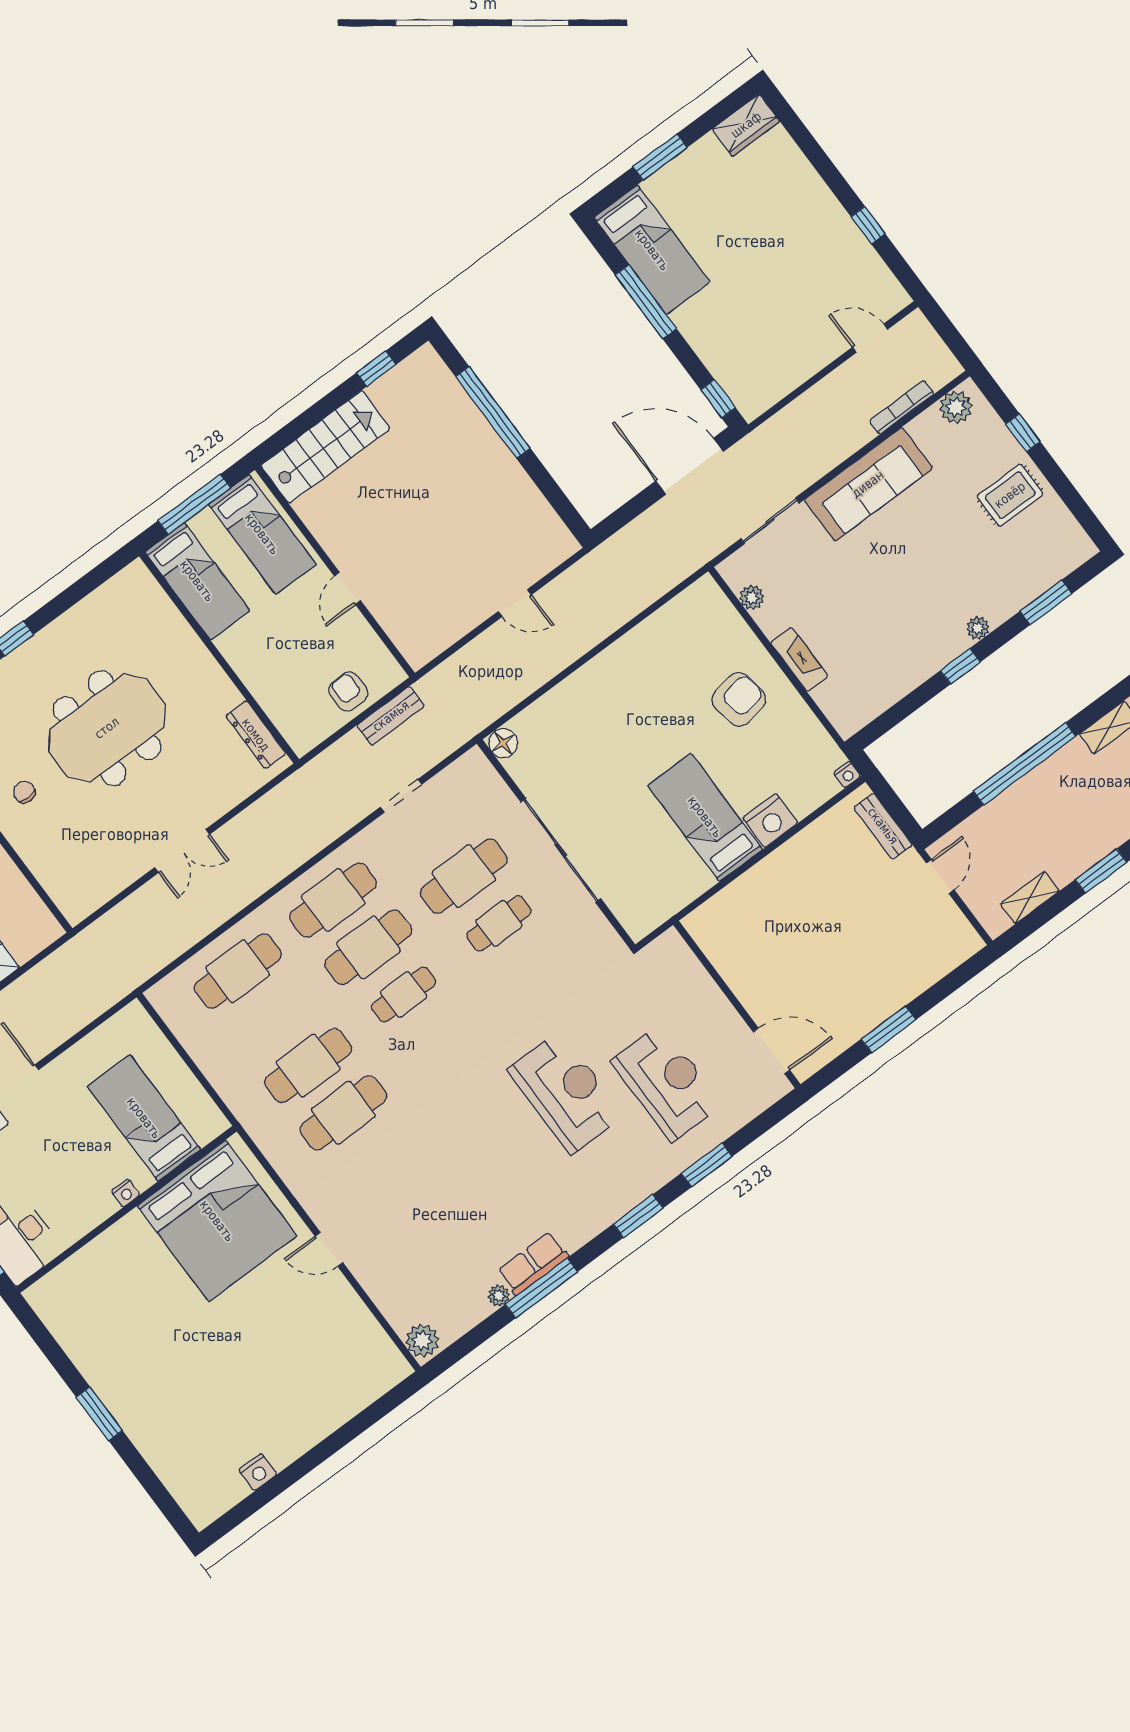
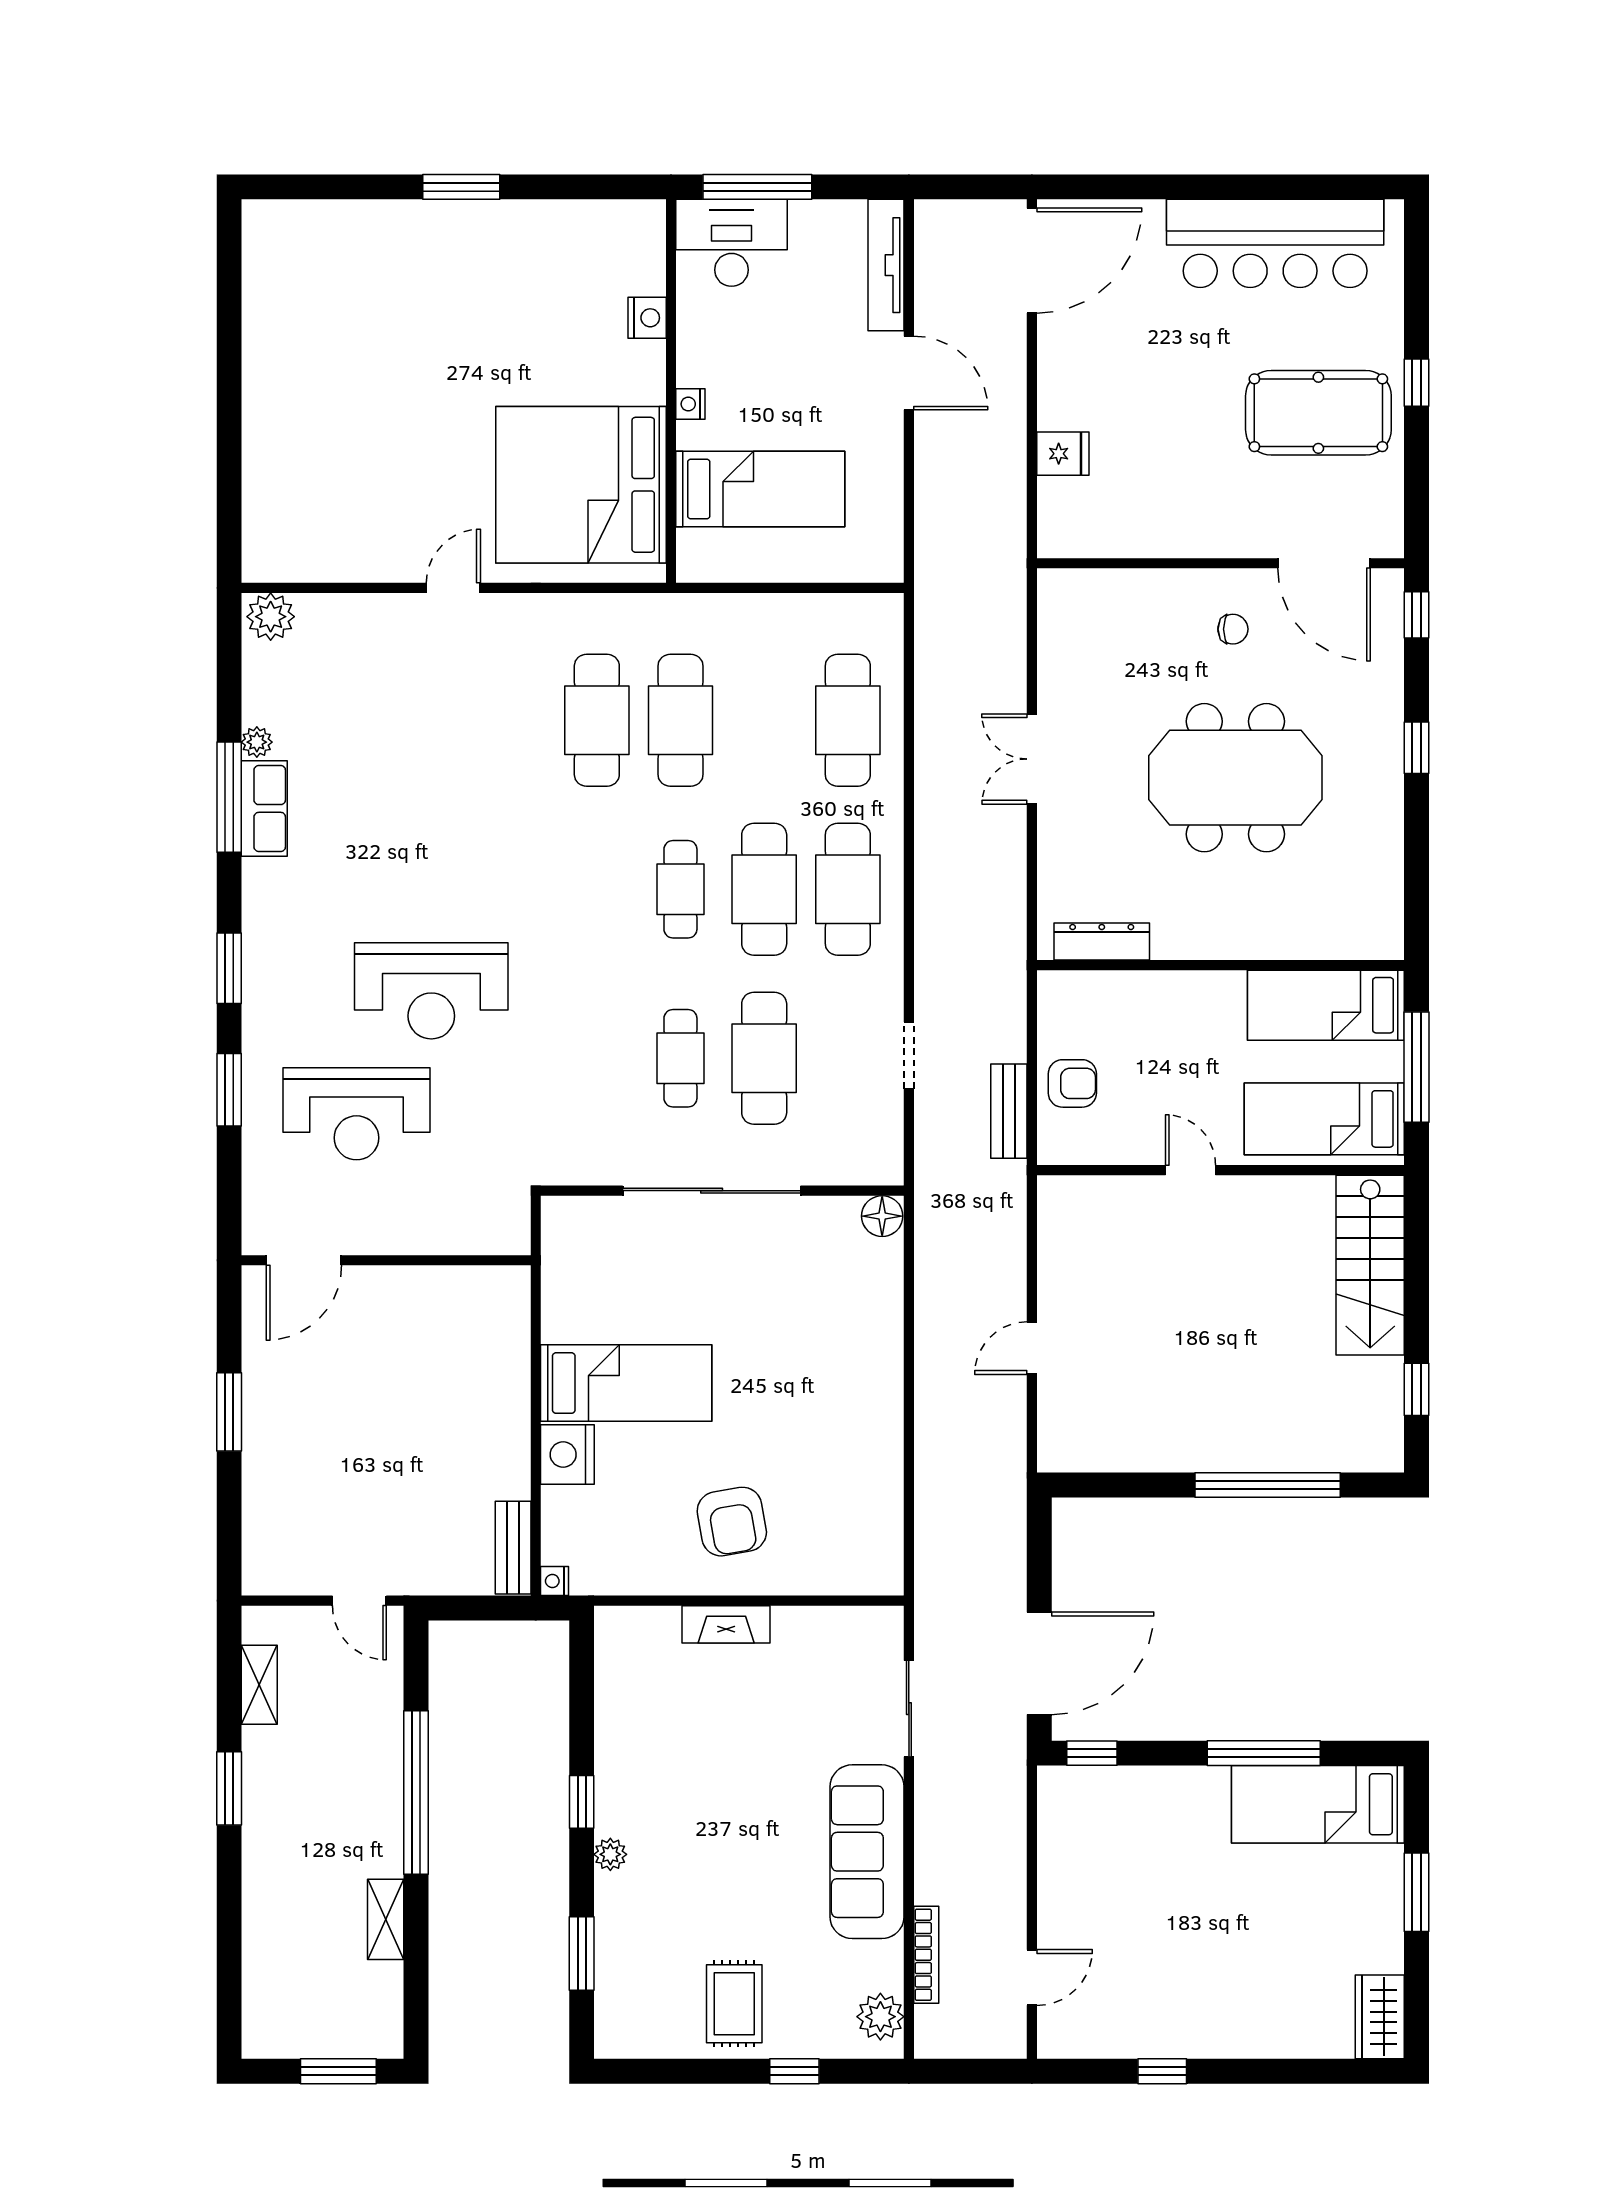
plant: (752, 597) -> (837, 1623), removed
meeting table: (107, 728) -> (1235, 778), turned 90
bench: (883, 826) -> (513, 1548), moved, turned 90
nightstand: (258, 1472) -> (647, 318), moved, turned 180

